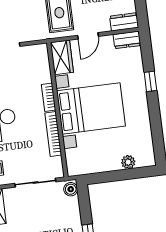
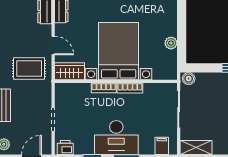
bookcase: (53, 134) -> (130, 88), width x0.64
plant: (128, 162) -> (171, 43), moved

